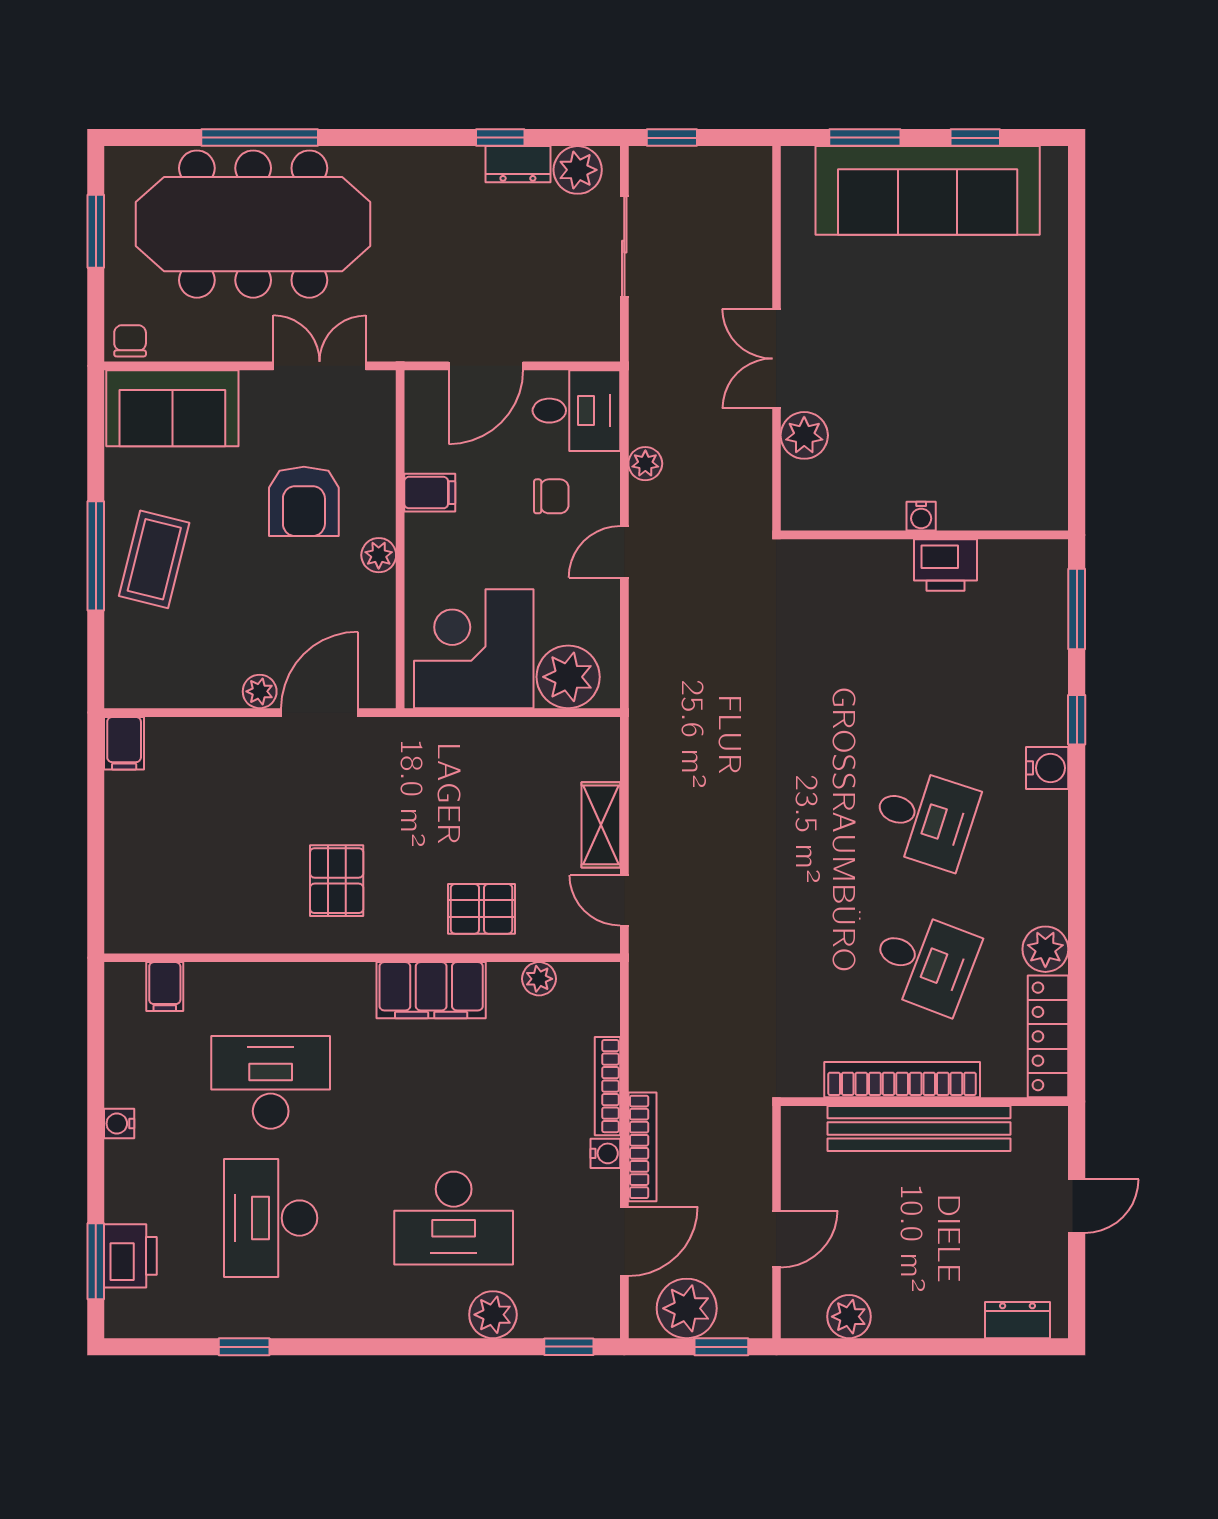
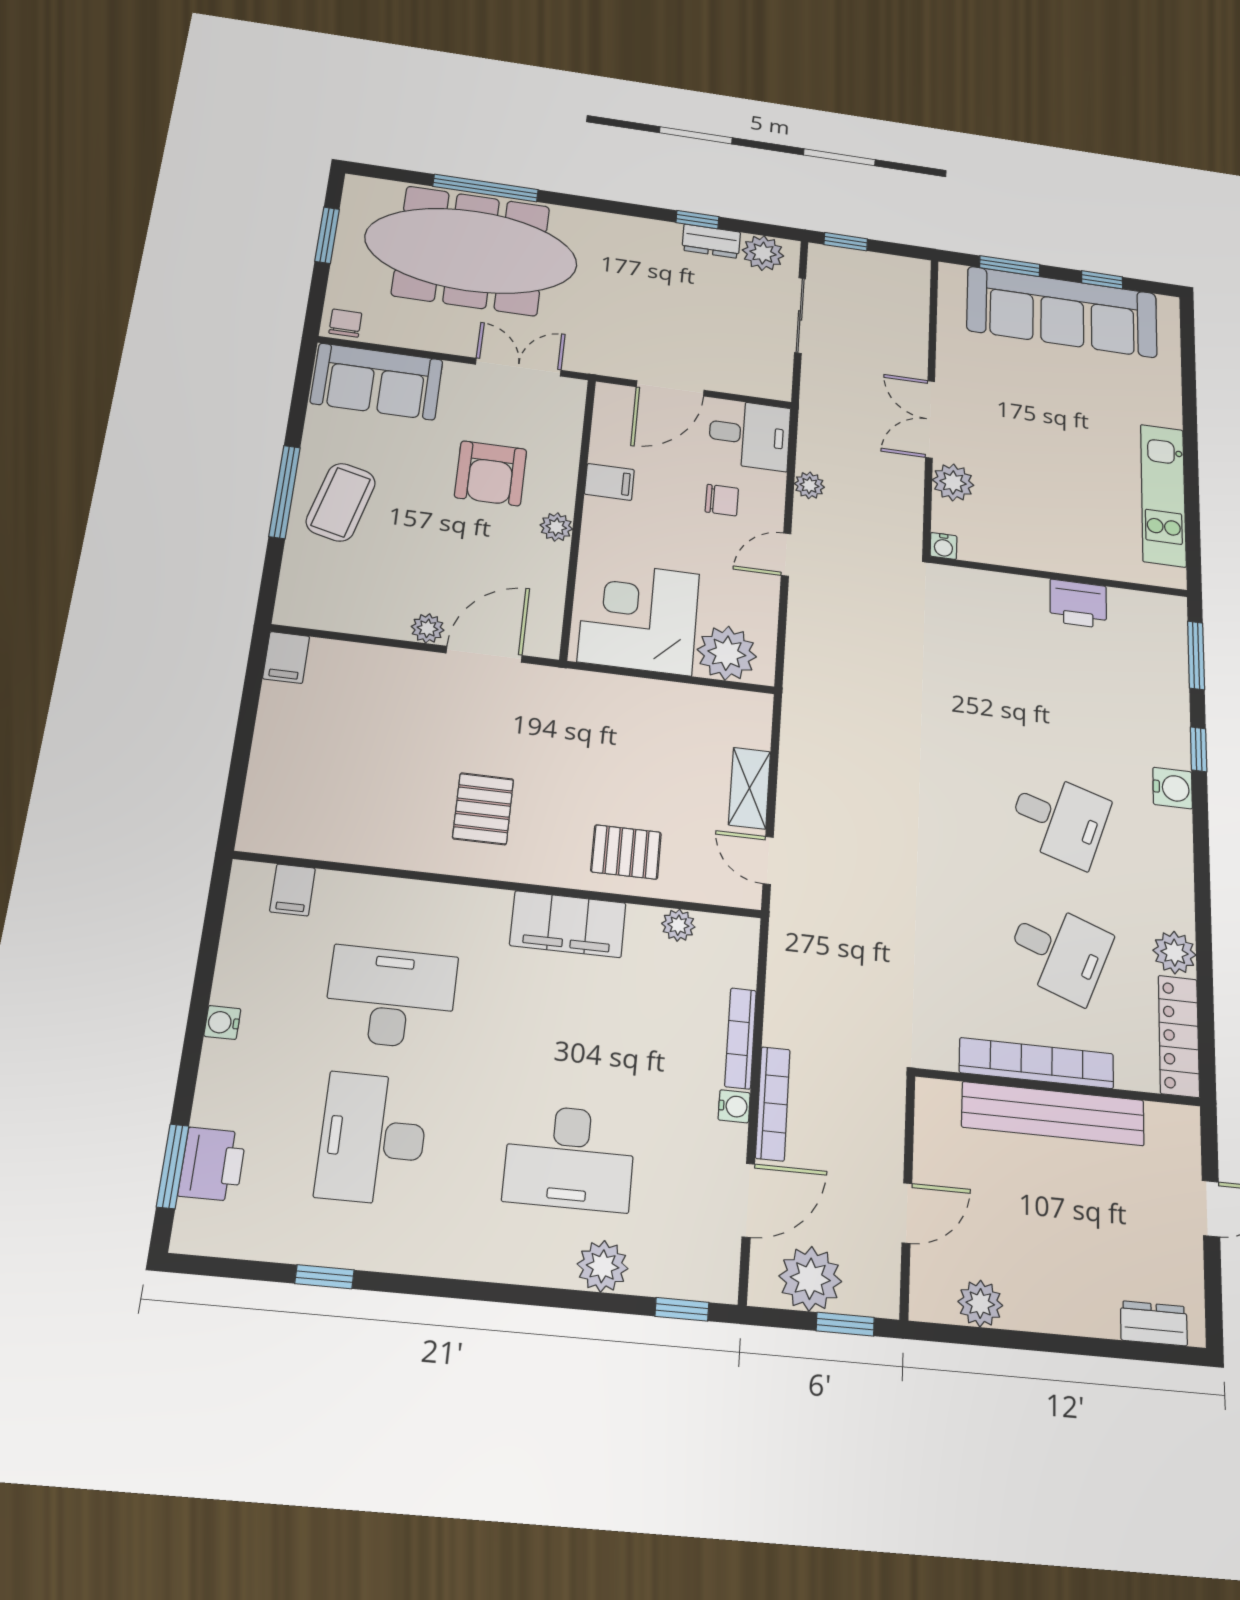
kitchen unit: (1043, 415) -> (1163, 495), added
water cooler: (921, 516) -> (943, 546), moved

